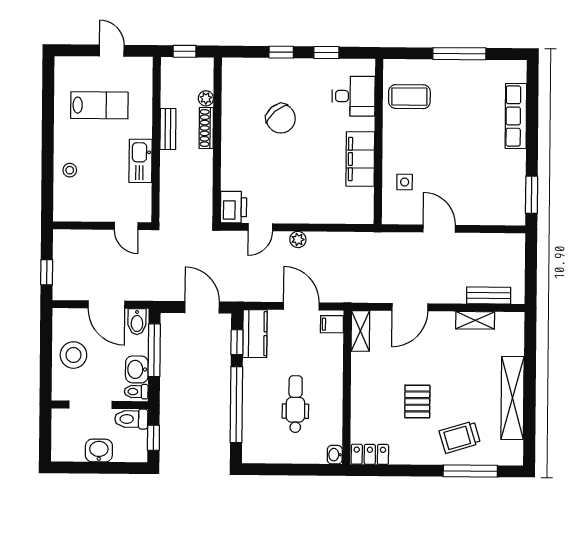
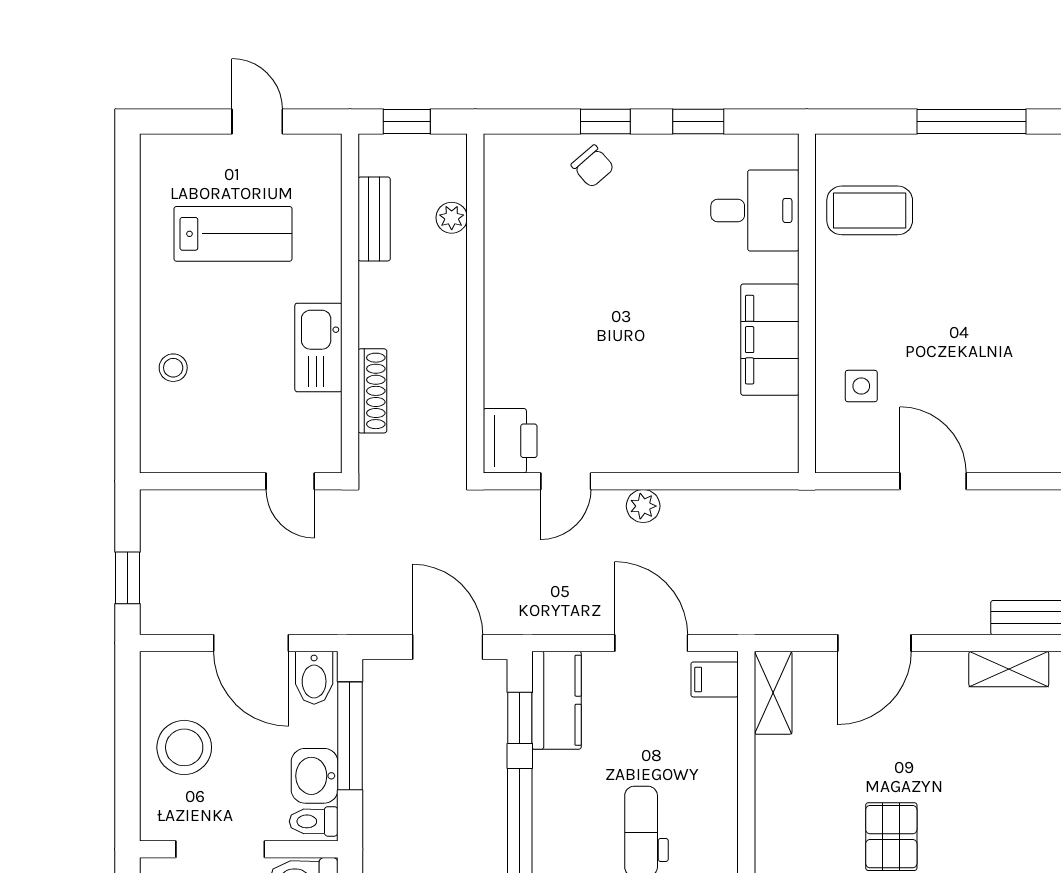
chair: (281, 118) -> (593, 166), moved, width x0.54, depth x0.54
shoe rack: (206, 128) -> (372, 391), moved, turned 180
bench: (168, 129) -> (374, 219), moved

